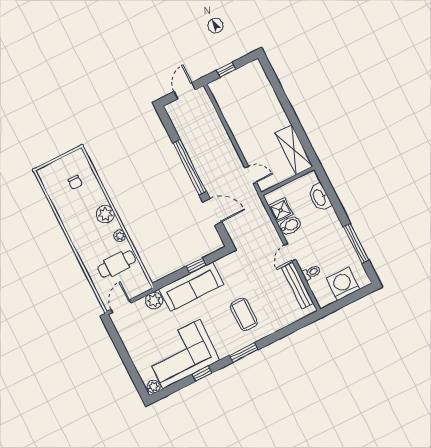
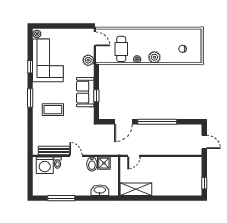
window: (226, 70) -> (204, 183), moved
washing machine: (343, 284) -> (45, 165), moved, turned 90
sofa: (191, 287) -> (85, 92), width x0.73

